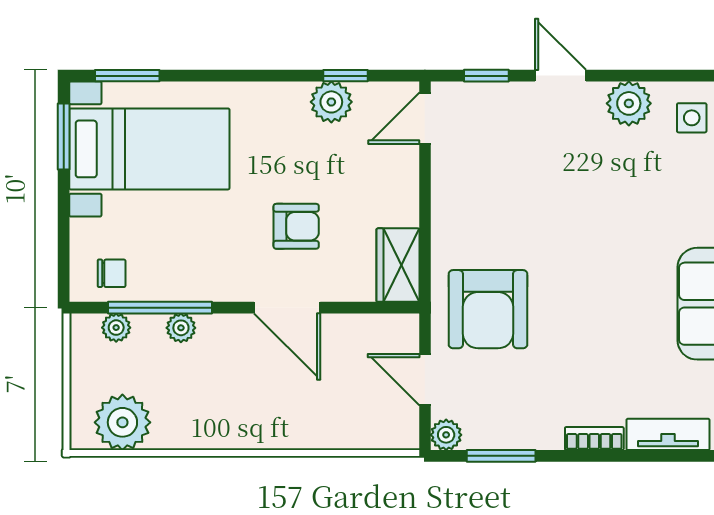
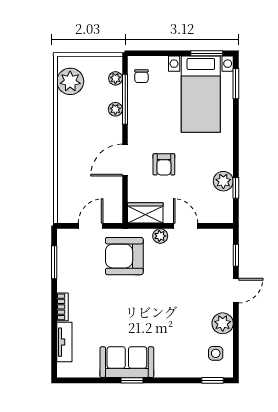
door: (425, 118) -> (186, 226), moved
plant: (446, 435) -> (160, 236), moved

